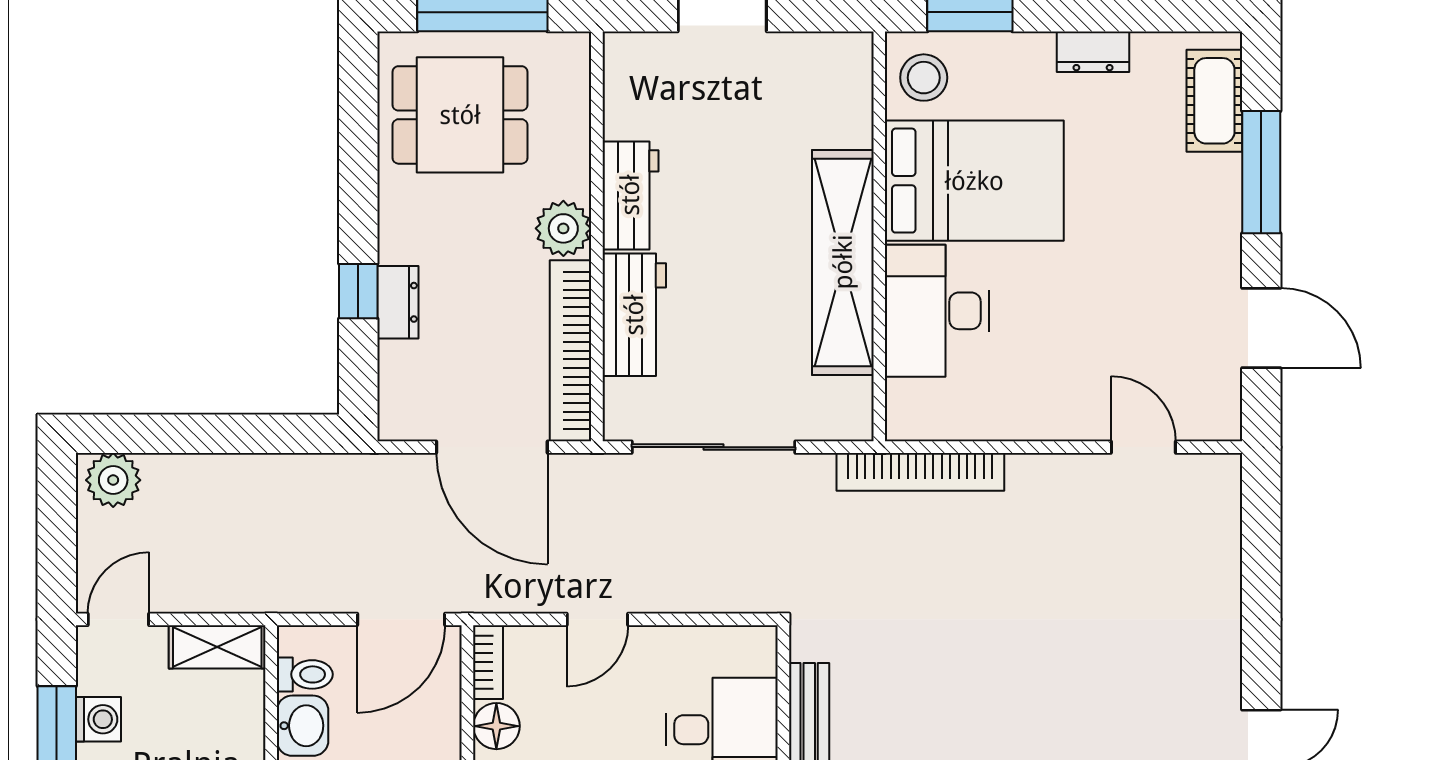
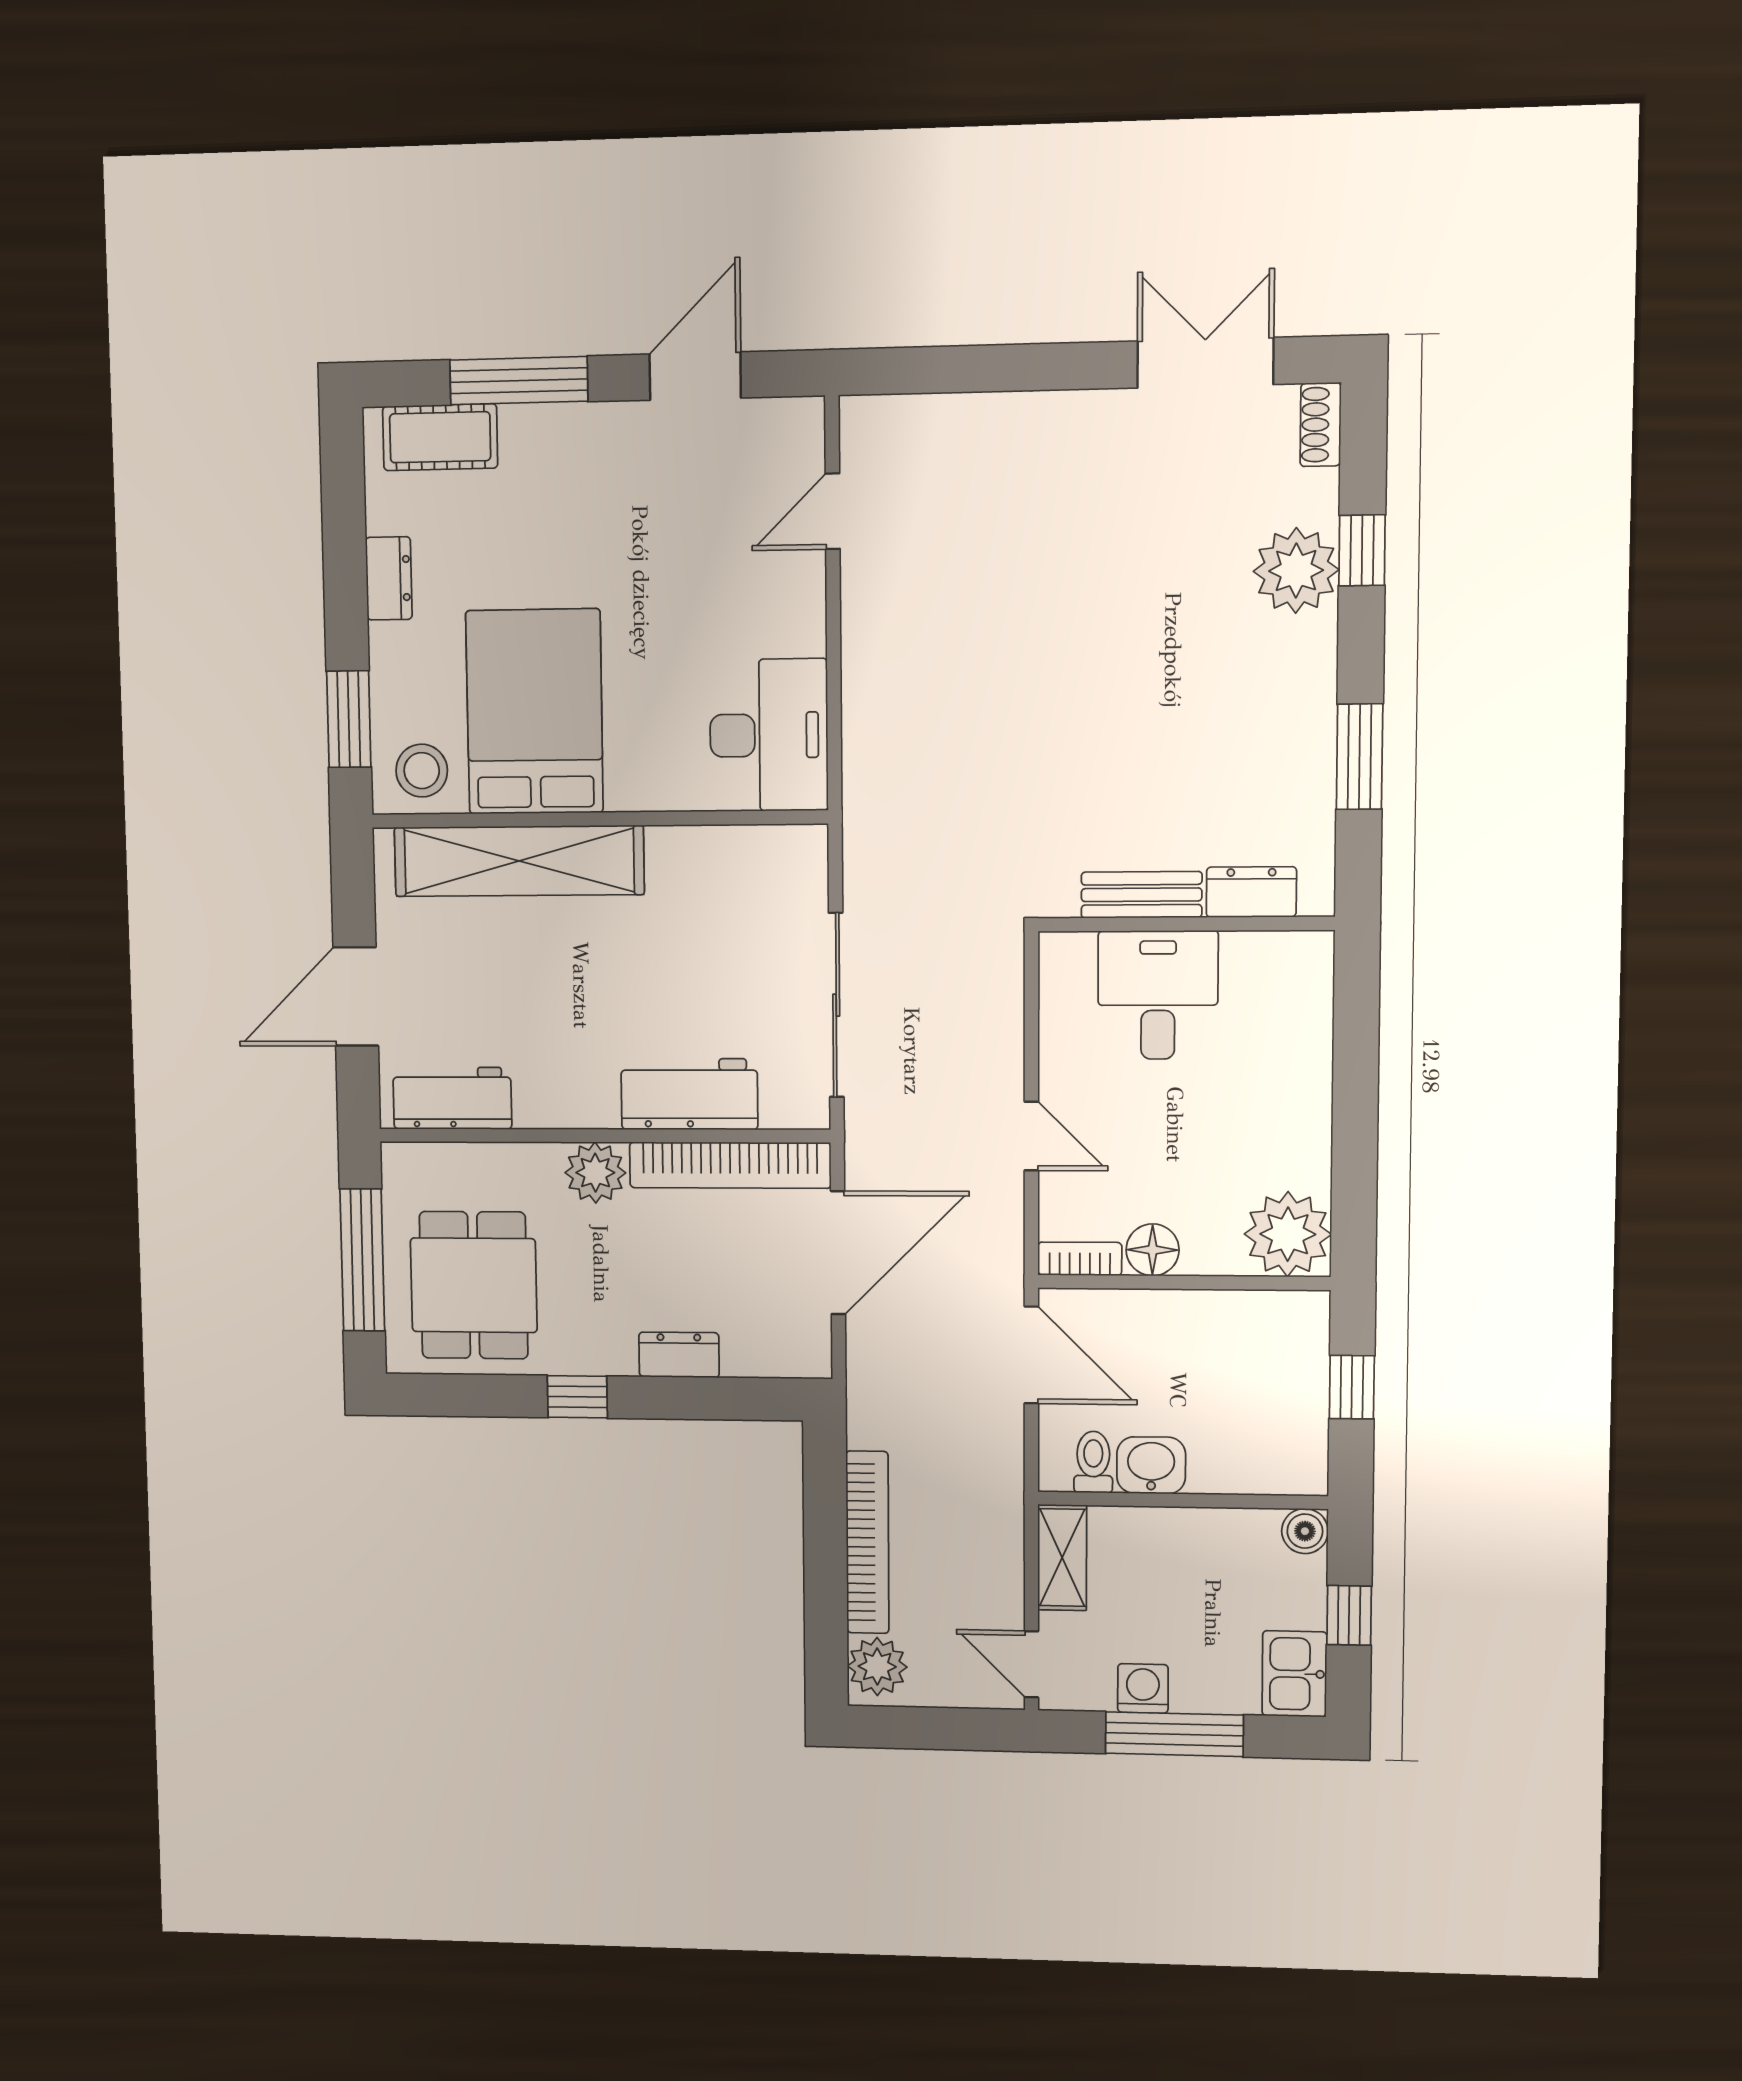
workbench: (630, 195) -> (452, 1098), moved
shelving: (843, 262) -> (519, 861), moved
window: (358, 291) -> (577, 1397), moved
desk: (937, 311) -> (769, 735), moved, turned -90
bookcase: (920, 472) -> (867, 1542), moved

